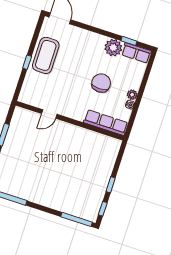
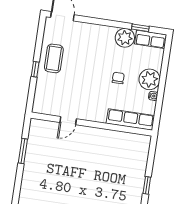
coffee table: (46, 55) -> (54, 58), width x0.73, depth x0.76
chair: (101, 83) -> (118, 78), width x0.54, depth x0.54
plant: (132, 95) -> (150, 79), width x1.88, depth x1.88

